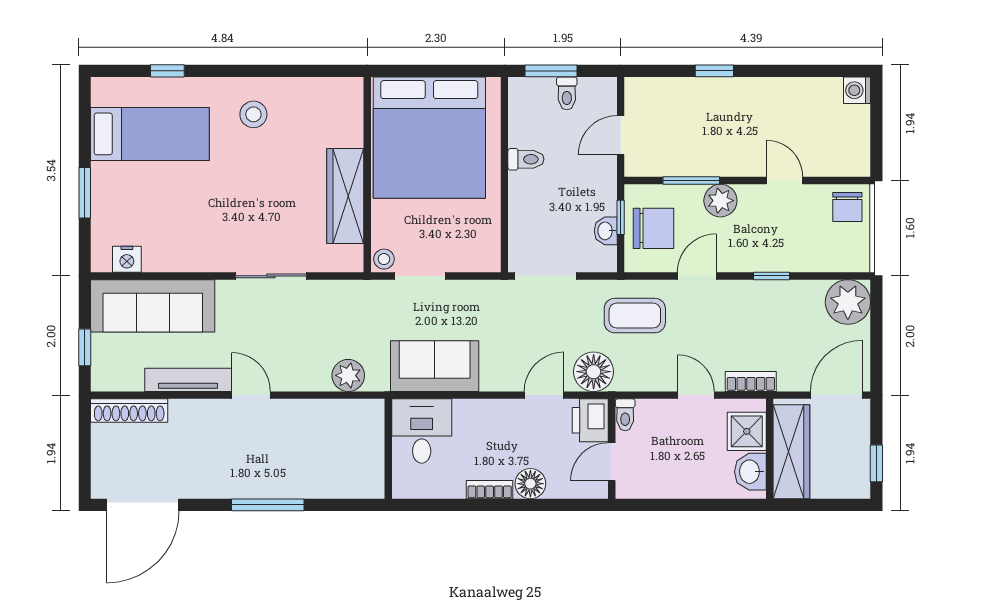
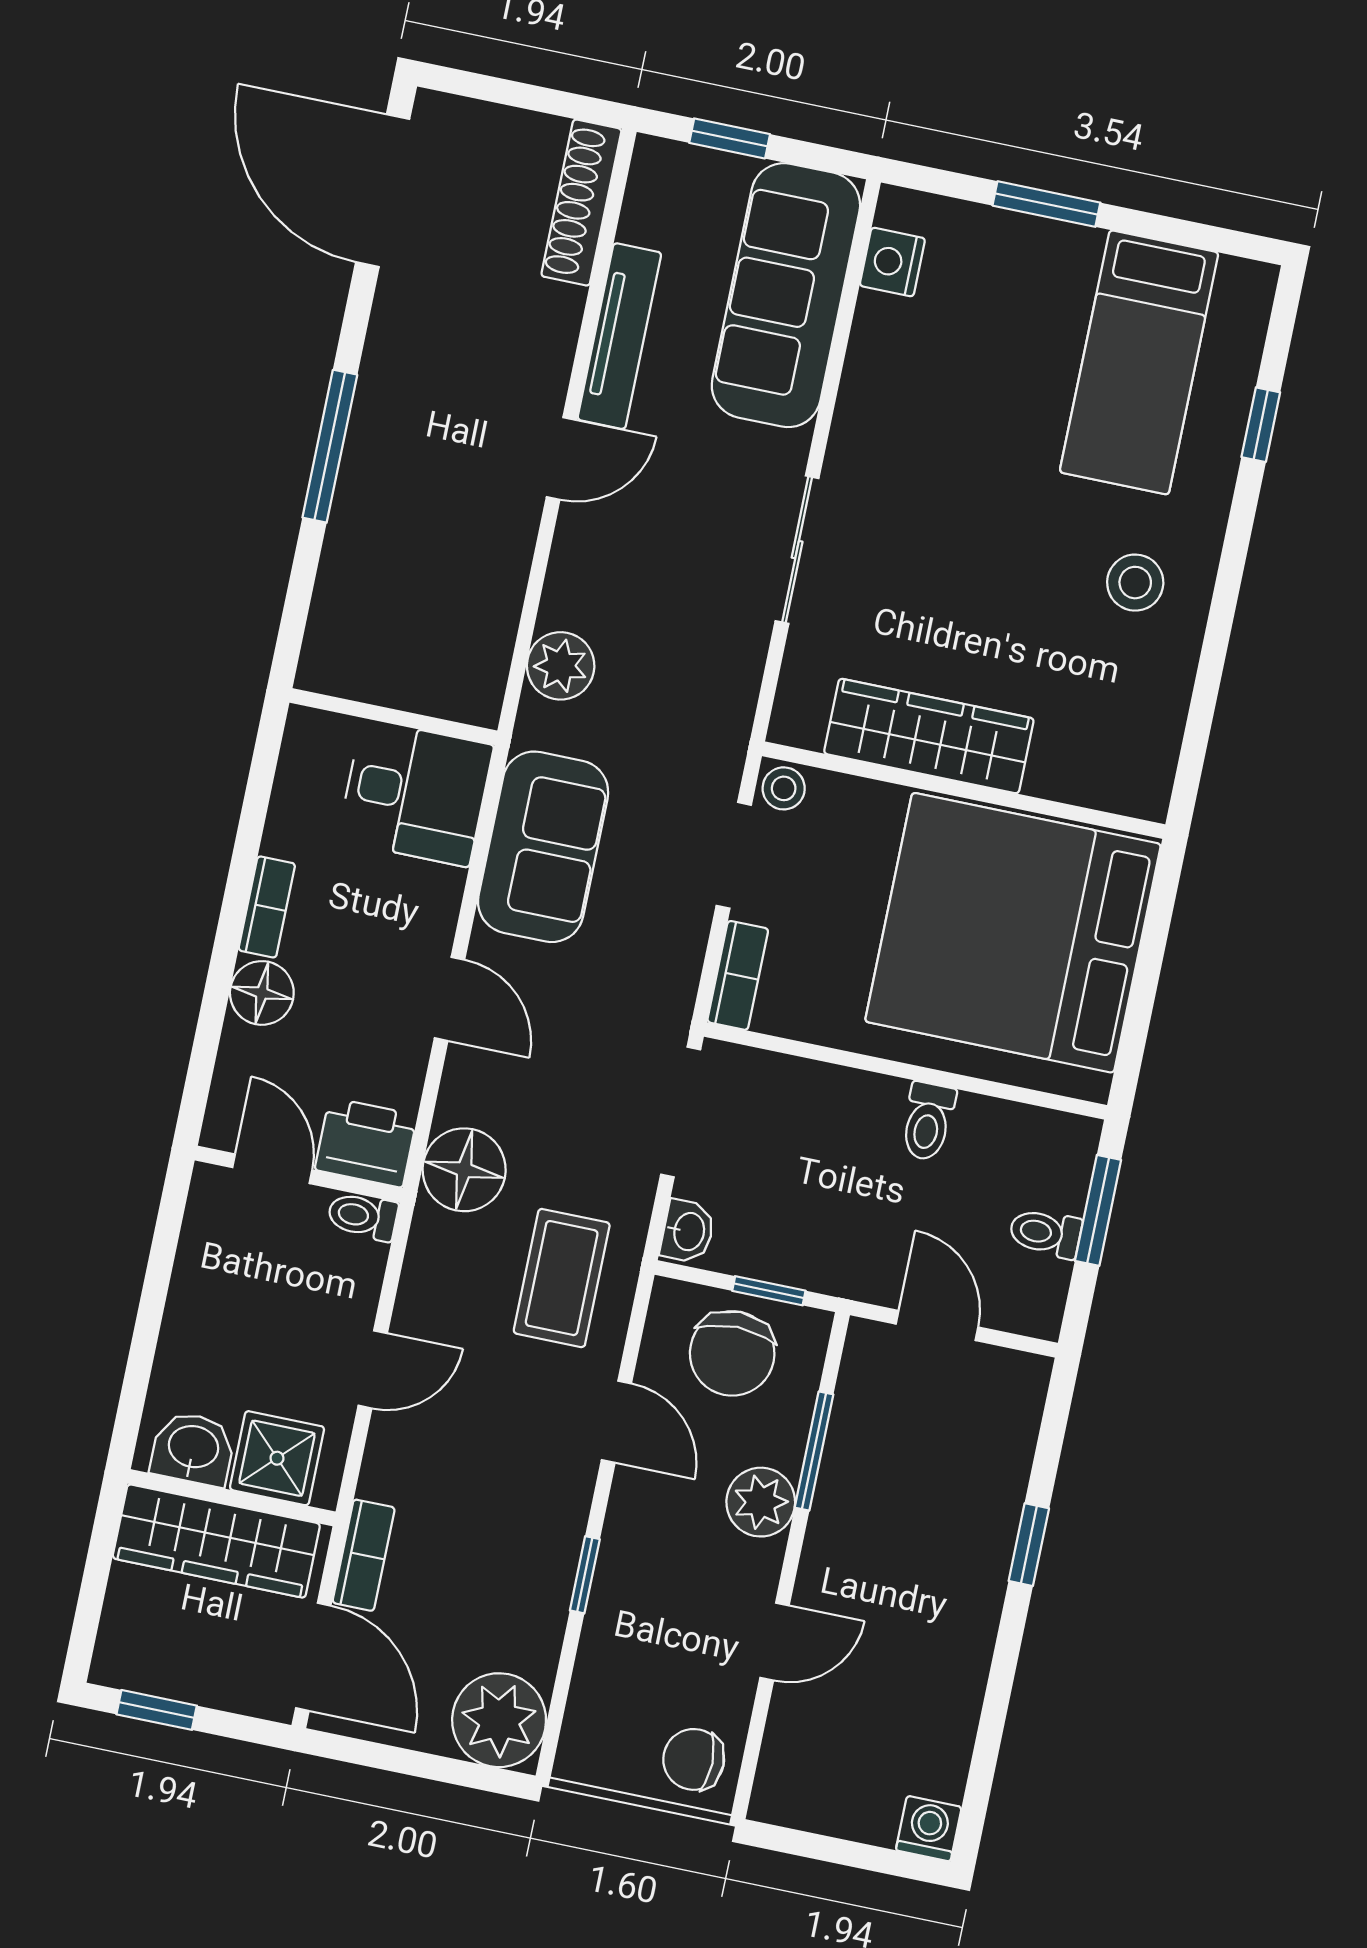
washbasin: (606, 231) -> (688, 1231), moved, turned 90
bookcase: (476, 262) -> (738, 975), added
bookcase: (751, 381) -> (364, 1555), moved
door: (544, 395) -> (449, 999), moved

